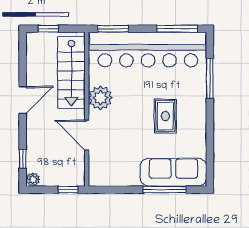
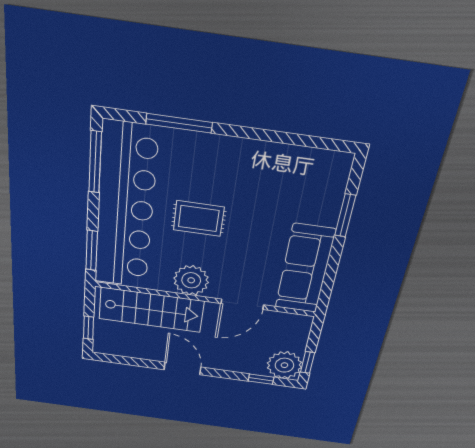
rug: (165, 116) -> (199, 219), moved
sofa: (173, 172) -> (305, 269), moved
plant: (33, 179) -> (284, 365), width x1.87, depth x1.87
window: (68, 190) -> (308, 362), moved
window: (165, 190) -> (345, 215), width x0.69

